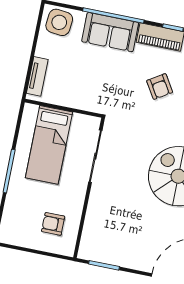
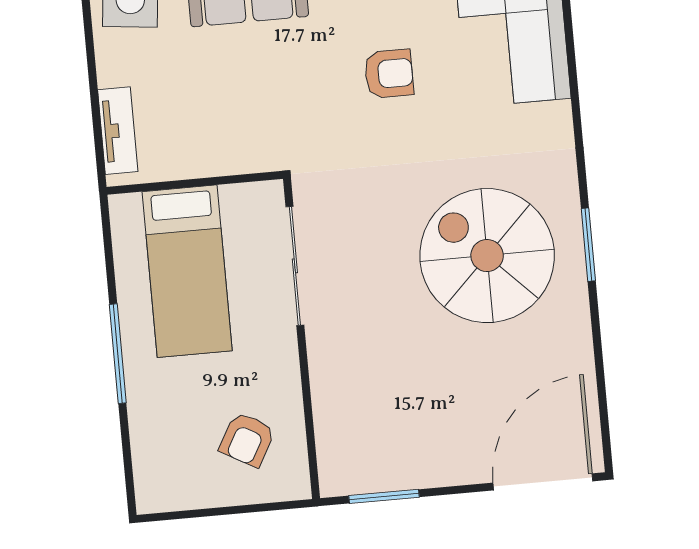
armchair: (160, 87) -> (389, 74), turned -58
armchair: (53, 224) -> (247, 439), turned -61

